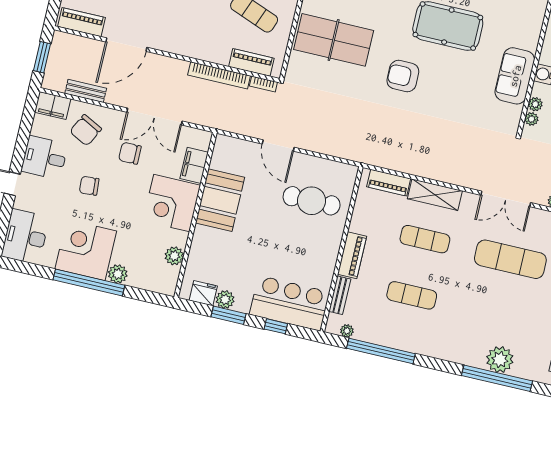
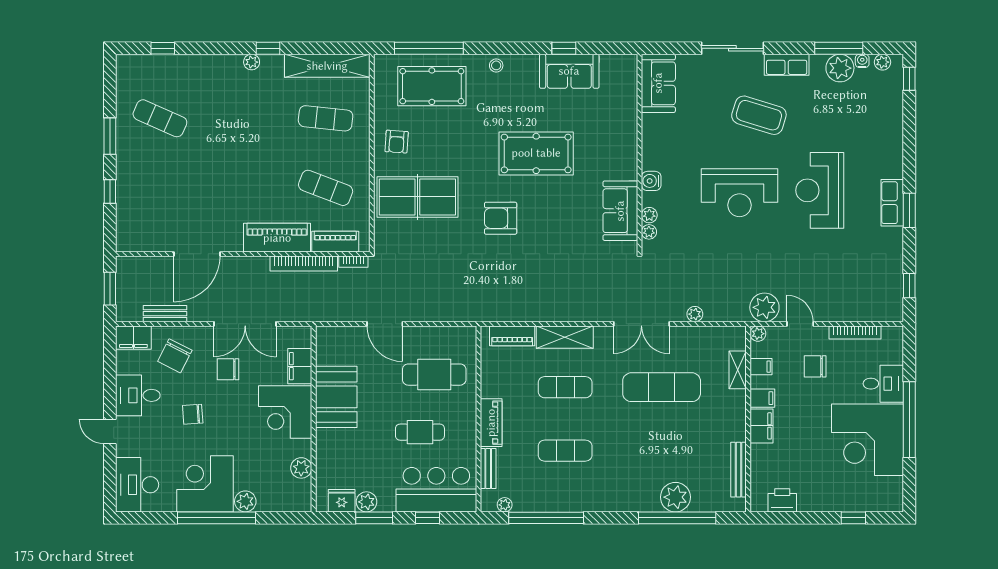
piano: (81, 22) -> (277, 238), moved, width x1.37, depth x1.33
sofa: (515, 76) -> (620, 211), moved
cafe table: (287, 249) -> (420, 432), added

